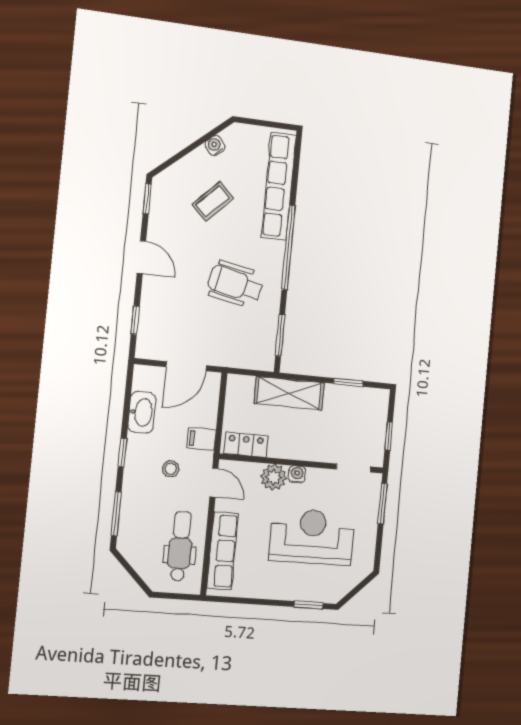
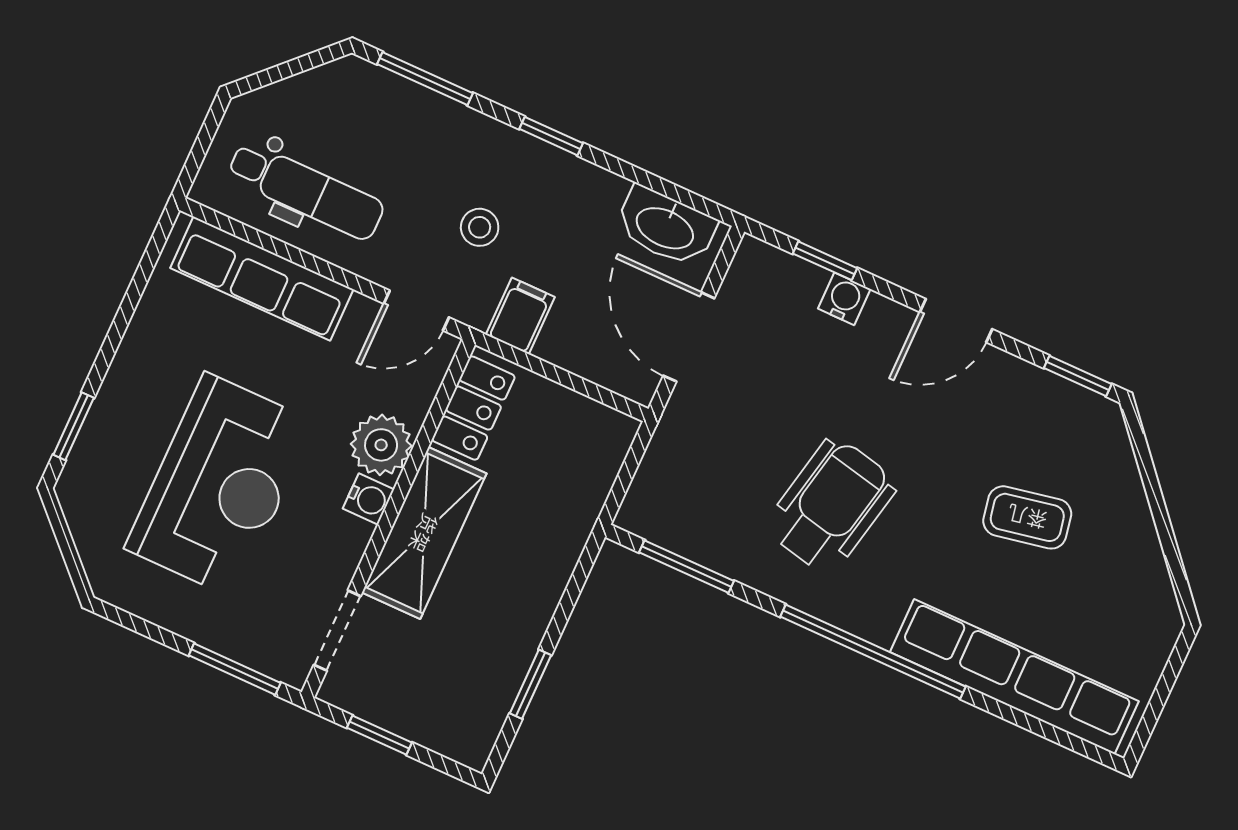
water cooler: (215, 146) -> (844, 299), moved, turned -49
coffee table: (213, 201) -> (1027, 517), turned -55
shelving: (289, 393) -> (424, 533), moved
washbasin: (142, 412) -> (666, 227), moved

